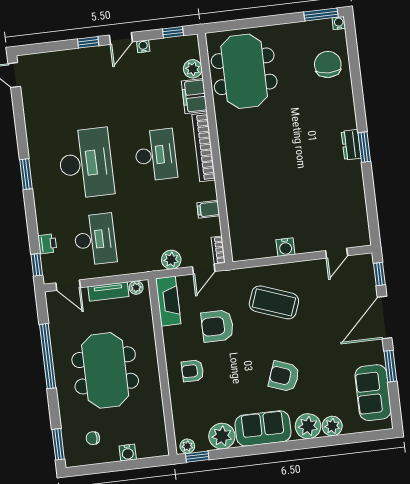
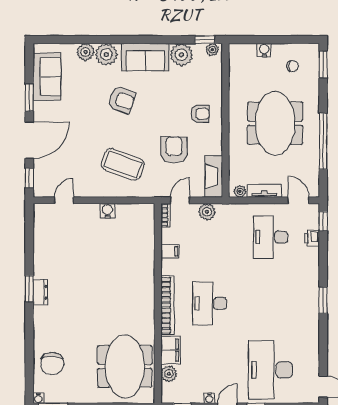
desk: (86, 163) -> (270, 370), moved
armchair: (217, 326) -> (174, 150), turned -90

